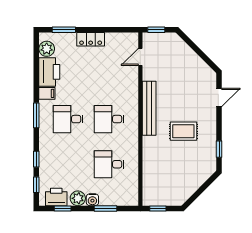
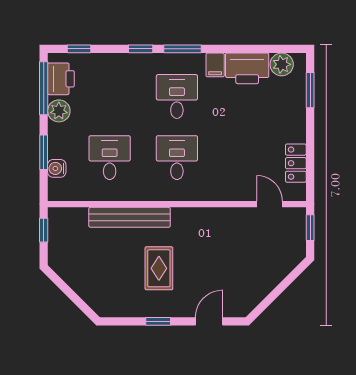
locker: (91, 39) -> (296, 163), moved
door: (219, 97) -> (209, 321), swing flipped
bench: (149, 108) -> (130, 217), moved
window: (219, 149) -> (158, 321), moved
window: (36, 159) -> (141, 49), moved
water cooler: (92, 200) -> (57, 168), moved
window: (63, 208) -> (44, 88), width x2.17

